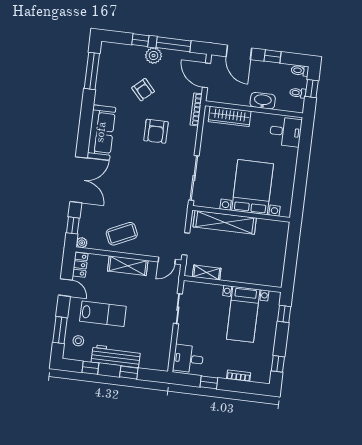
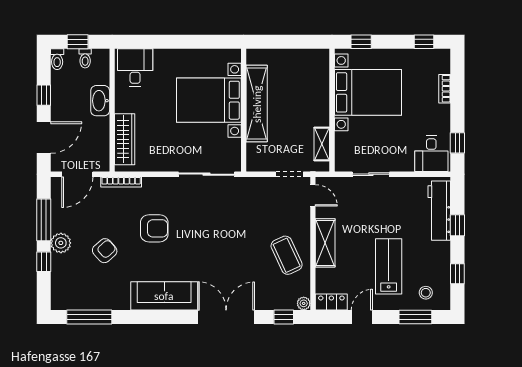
shelving: (225, 222) -> (257, 104), moved
bed with nightstands: (243, 314) -> (368, 92), width x1.36
workbench: (116, 356) -> (439, 211), moved
window: (209, 382) -> (457, 143), moved

